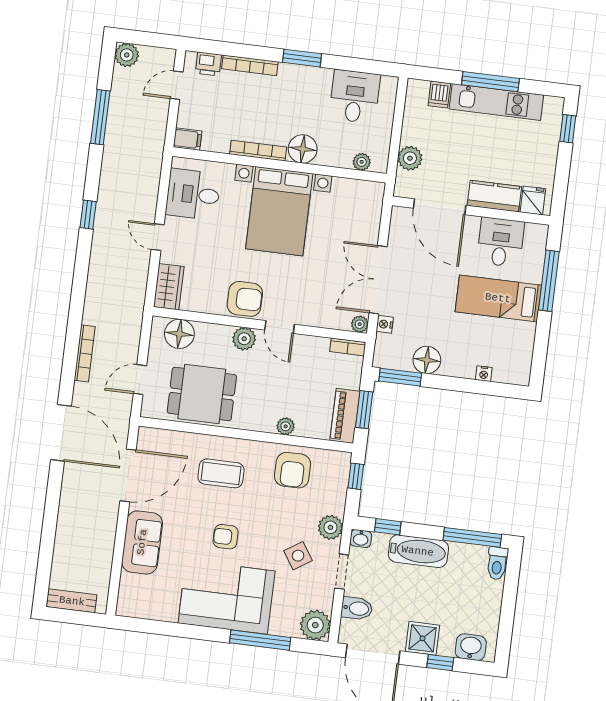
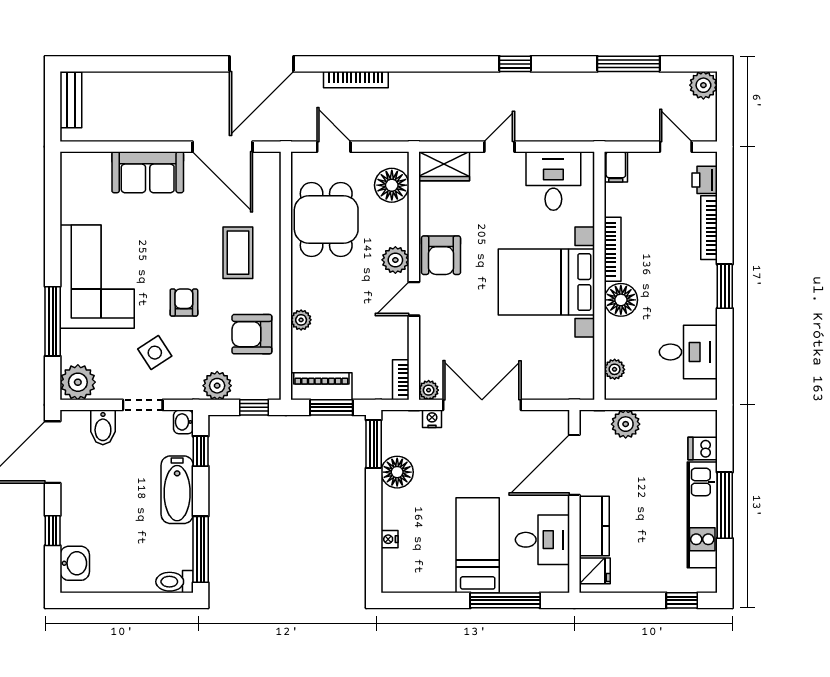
plant: (330, 527) -> (217, 386), moved
armchair: (226, 537) -> (184, 303), moved
shower: (422, 638) -> (78, 507), removed

